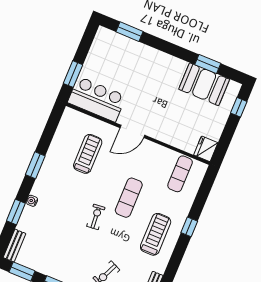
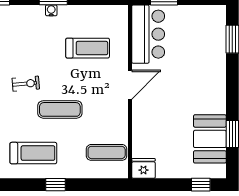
door: (132, 131) -> (130, 85), swing flipped
water cooler: (32, 201) -> (51, 10), moved

